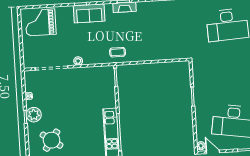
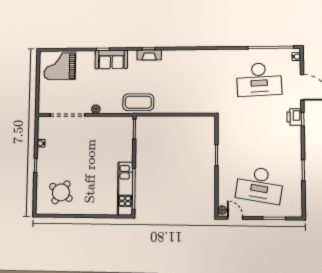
coffee table: (117, 52) -> (138, 102), width x1.86, depth x1.72
plant: (34, 115) -> (44, 164), removed

